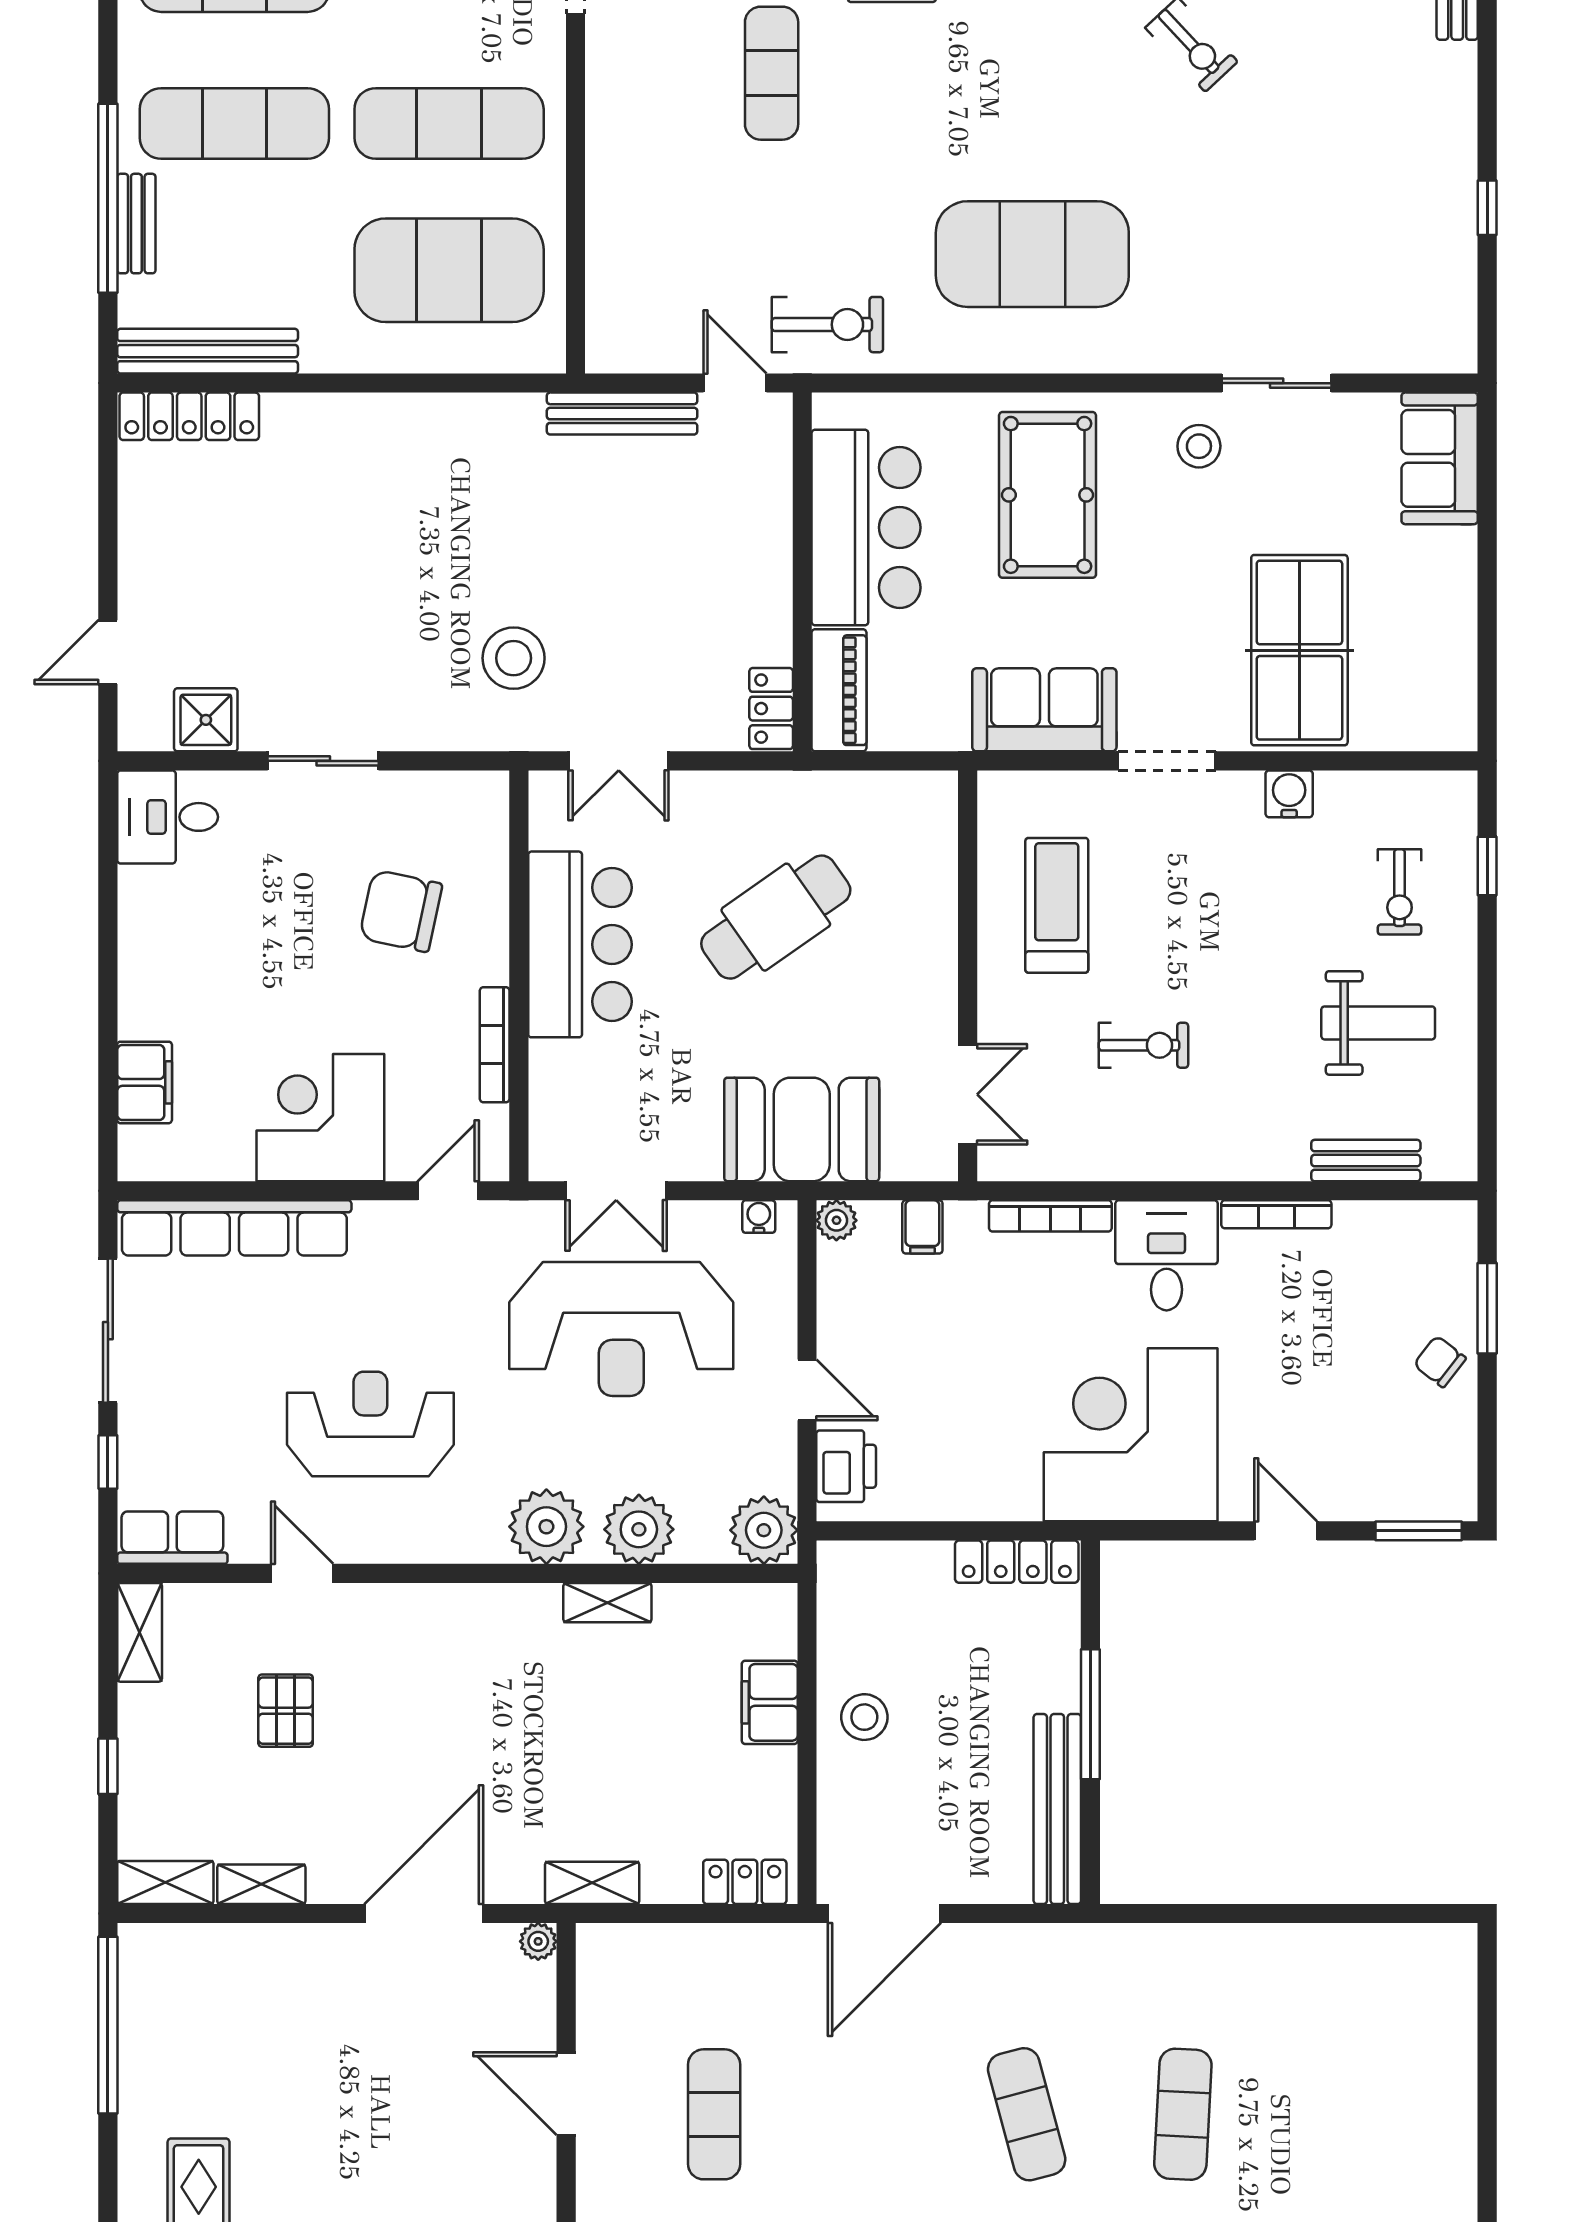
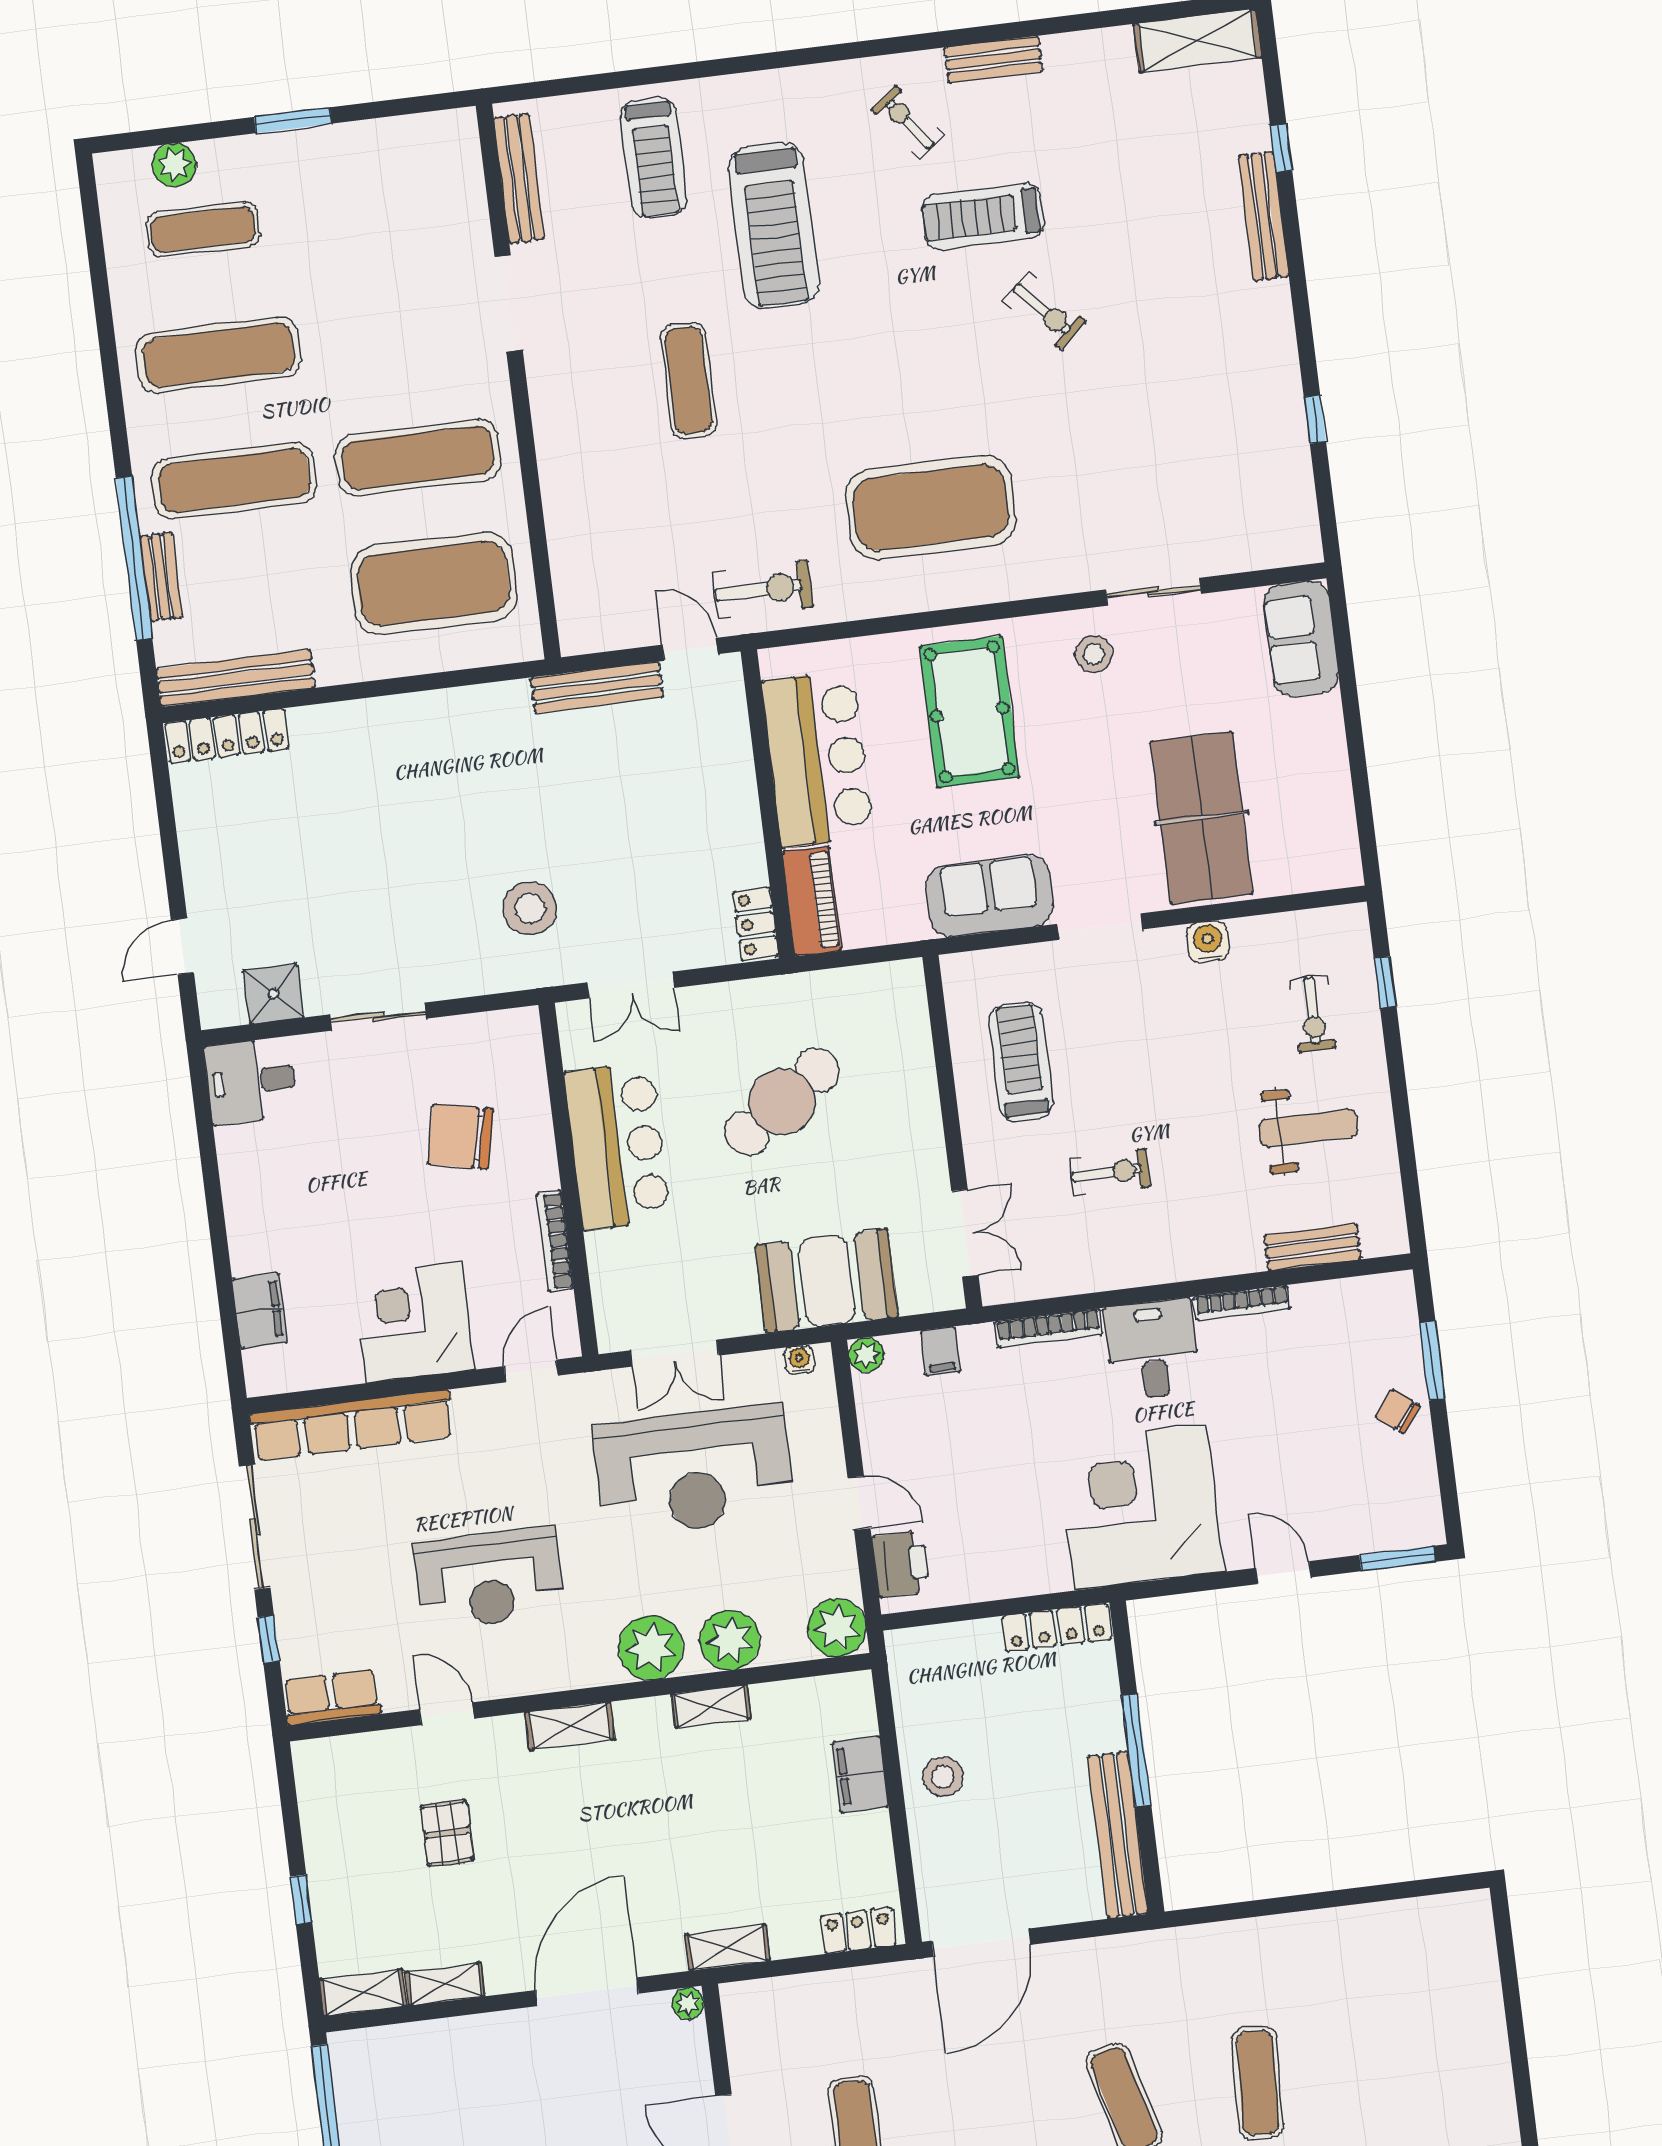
reception desk: (370, 1424) -> (489, 1579), turned 180
shelving: (140, 1632) -> (570, 1726), moved, turned 90

